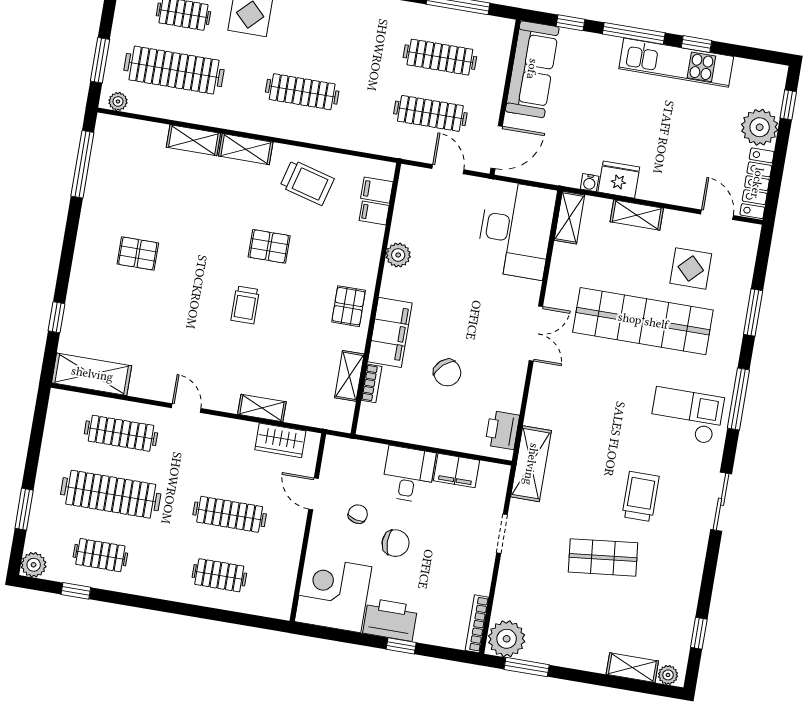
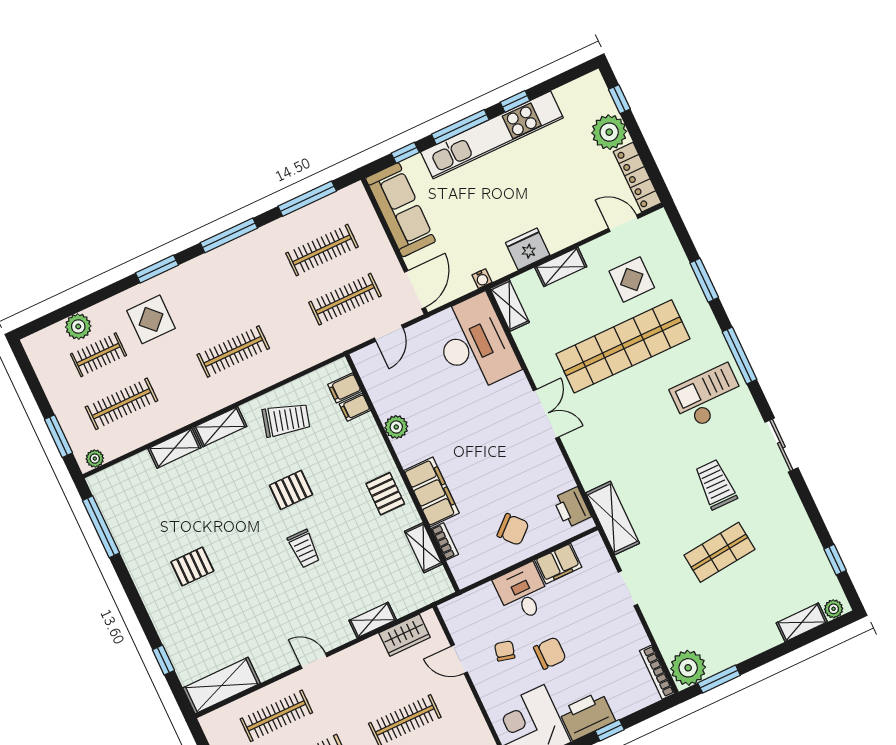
kitchen unit: (676, 63) -> (492, 135), width x1.36
clothes rail: (174, 70) -> (121, 404), width x0.73, depth x0.76
door: (448, 169) -> (389, 333), swing flipped
water cooler: (590, 183) -> (482, 279), moved
chair: (447, 373) -> (513, 529), moved

